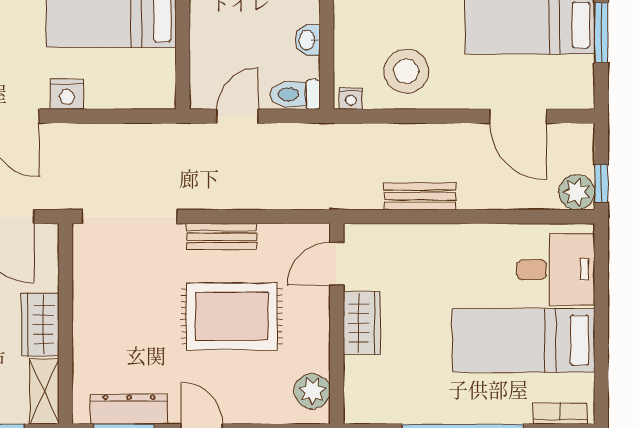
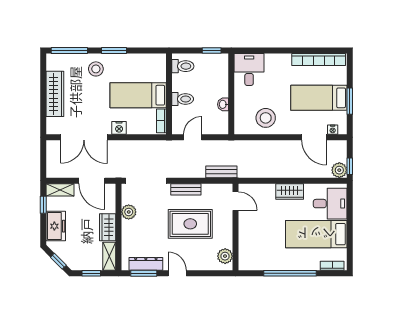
bookcase: (165, 78) -> (161, 121), added
toilet: (295, 94) -> (183, 99), moved, turned 180
nightstand: (351, 99) -> (333, 130), moved
bench: (420, 196) -> (221, 172), moved
door: (337, 264) -> (236, 201), swing flipped
plant: (89, 289) -> (129, 212), added
wardrobe: (362, 323) -> (290, 191), moved, turned 90

